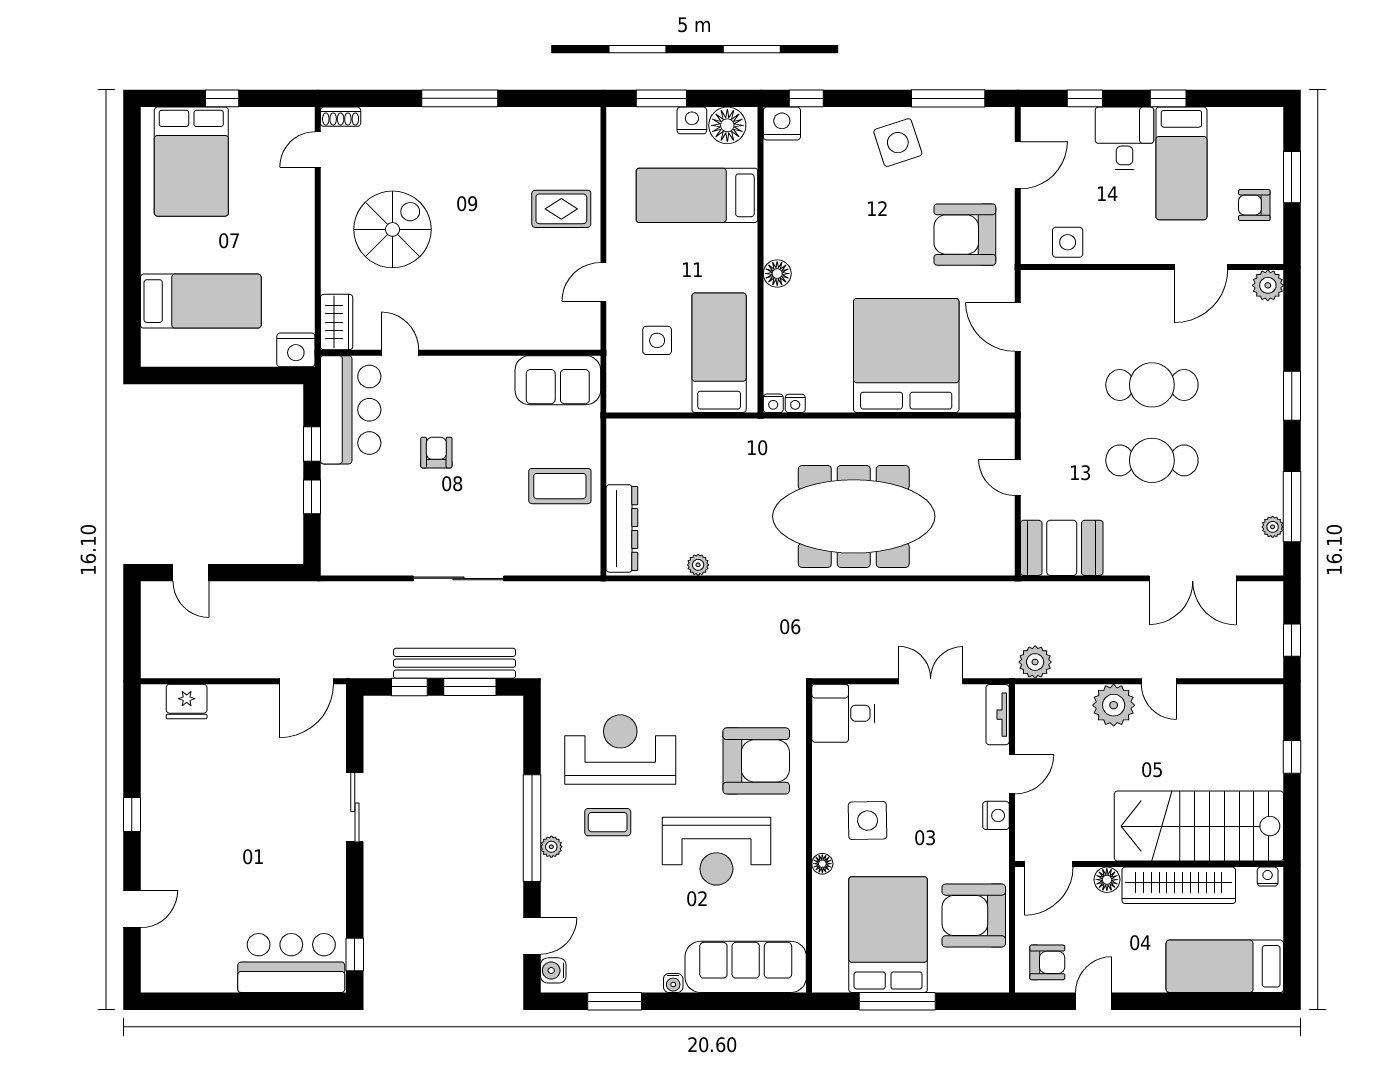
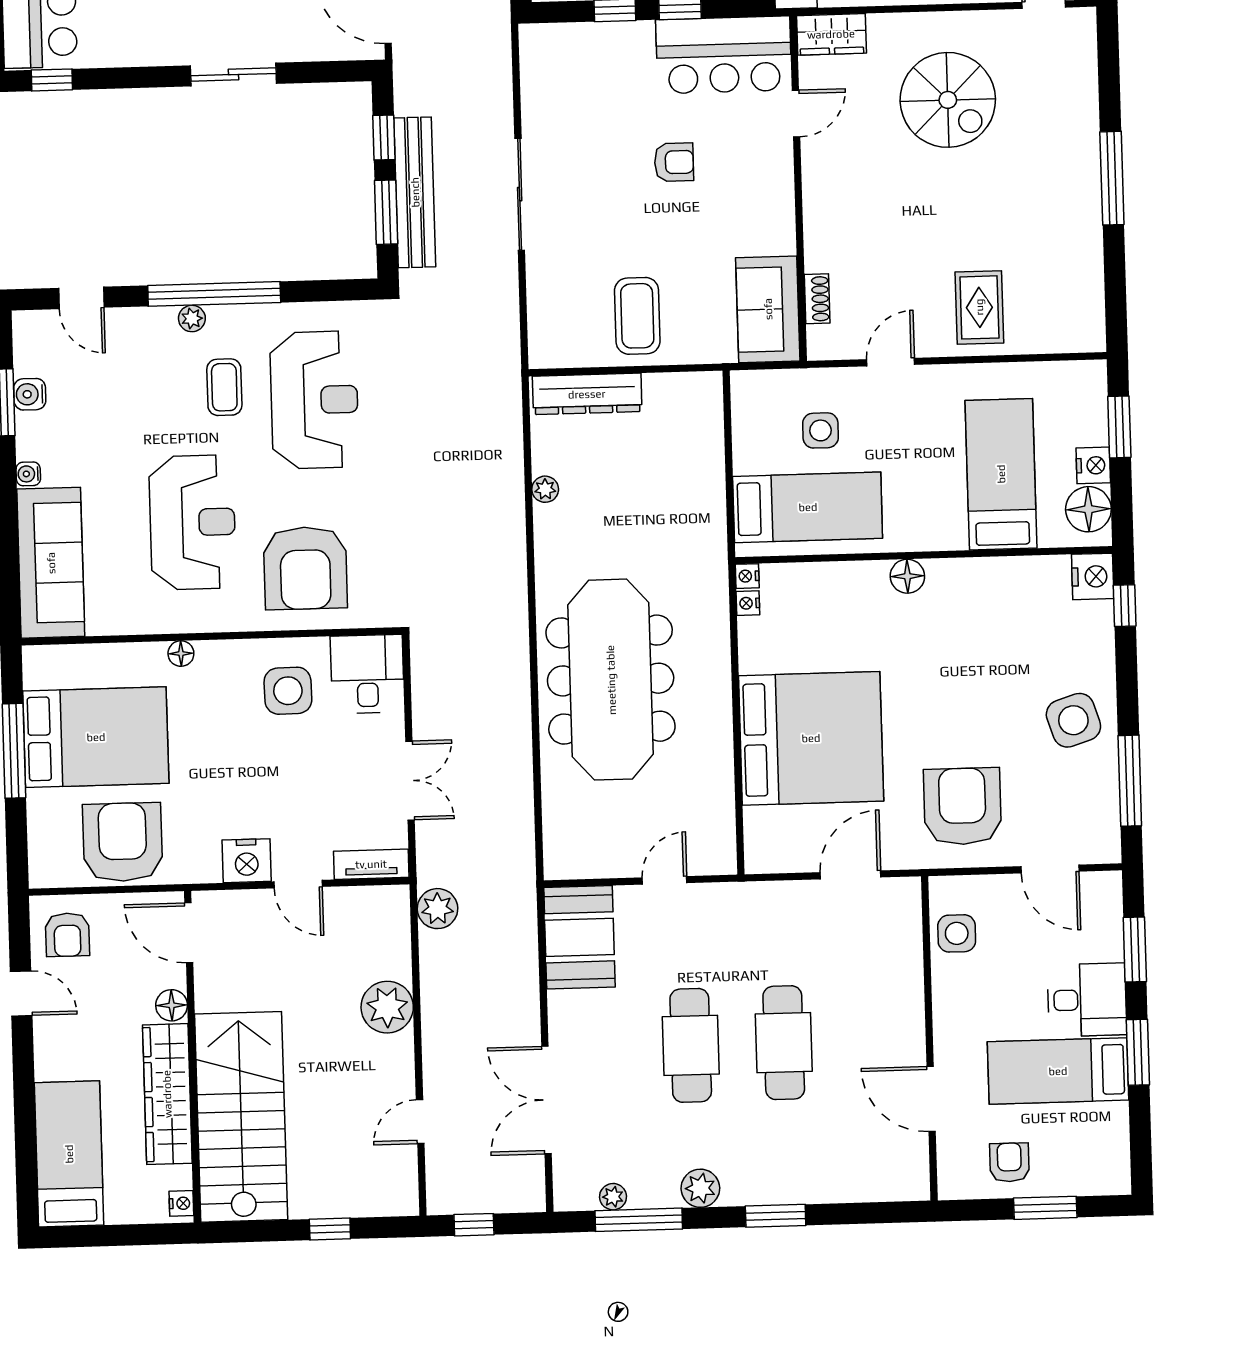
window: (1085, 98) -> (1135, 950), width x1.50
window: (1168, 98) -> (1138, 1052), width x1.50
shoe rack: (341, 117) -> (817, 299), moved, turned 180
door: (603, 282) -> (891, 362), hinge flipped
plant: (1268, 285) -> (700, 1188), moved
door: (1159, 681) -> (420, 1122), moved
nightstand: (996, 815) -> (247, 861), width x1.36, depth x1.33
side table: (868, 821) -> (288, 691), moved
reception desk: (716, 851) -> (192, 522), turned 180
water cooler: (553, 970) -> (30, 394), moved, turned -90

